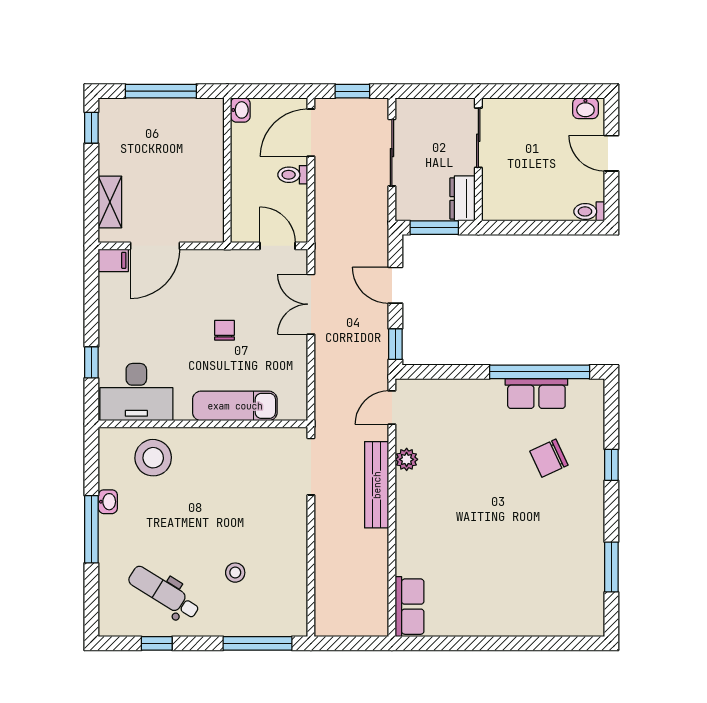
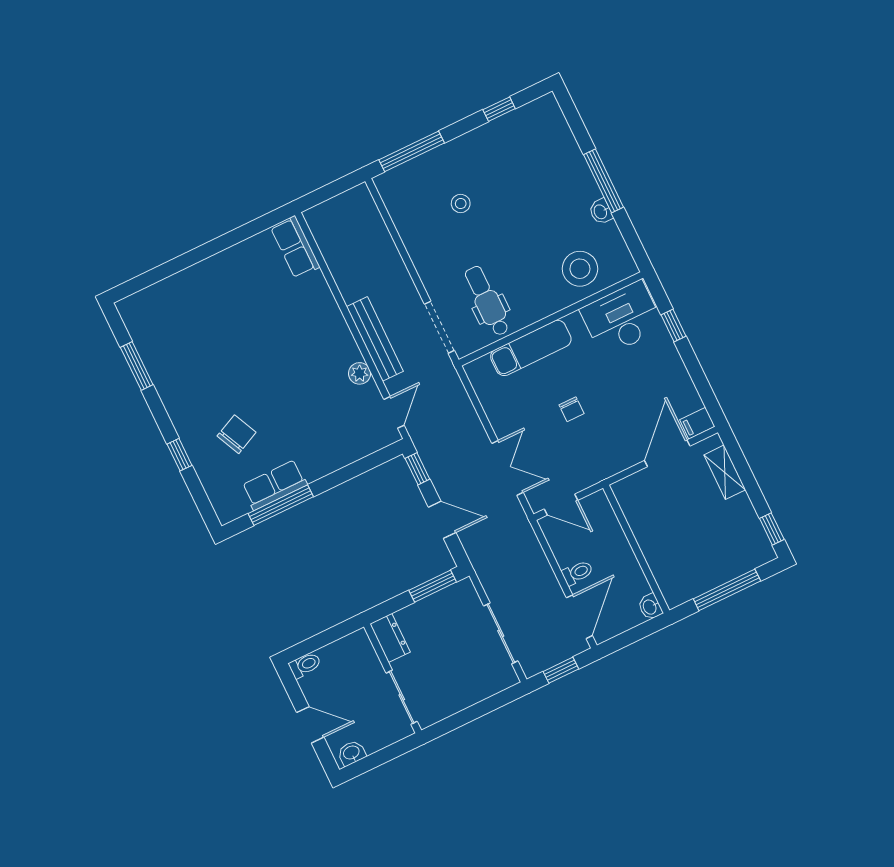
sliding door: (478, 138) -> (402, 697), moved
wall: (478, 159) -> (393, 678), moved
dresser: (462, 198) -> (390, 638), moved
window: (540, 372) -> (281, 505), width x0.68
dental chair: (164, 593) -> (487, 301), moved, turned -122

